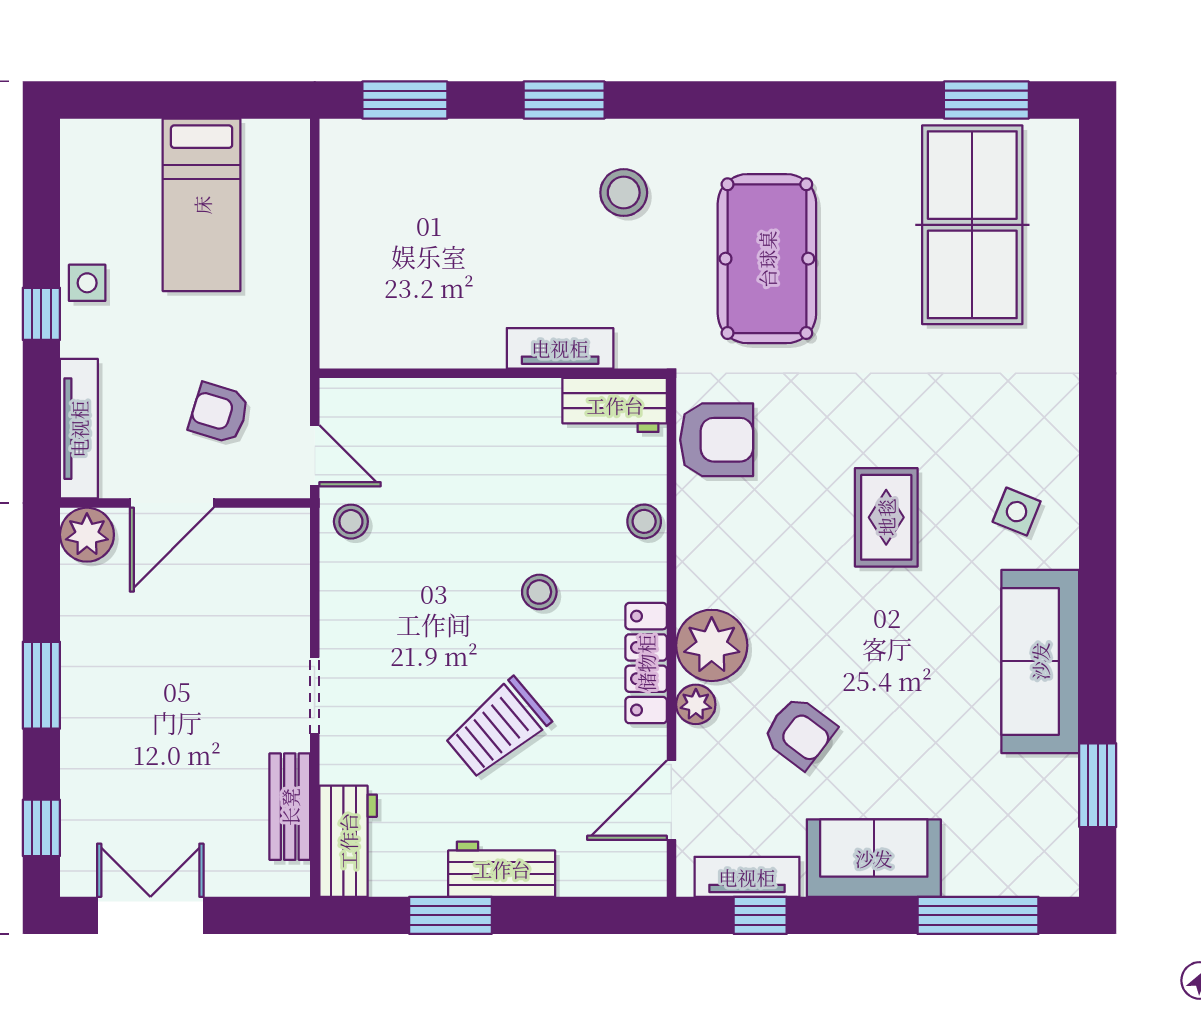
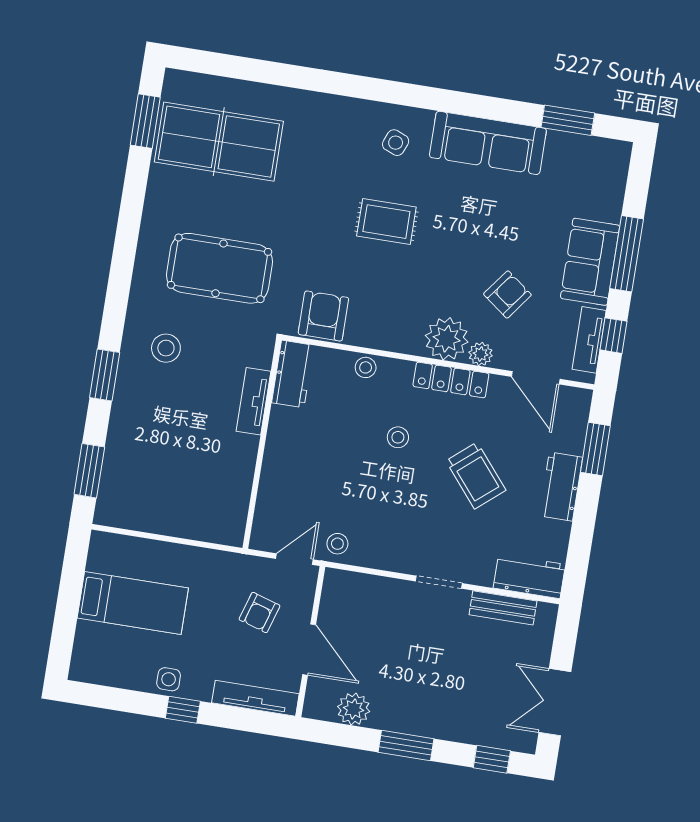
plant: (87, 535) -> (354, 709), moved
window: (450, 915) -> (595, 449), moved
window: (978, 915) -> (627, 254), moved

